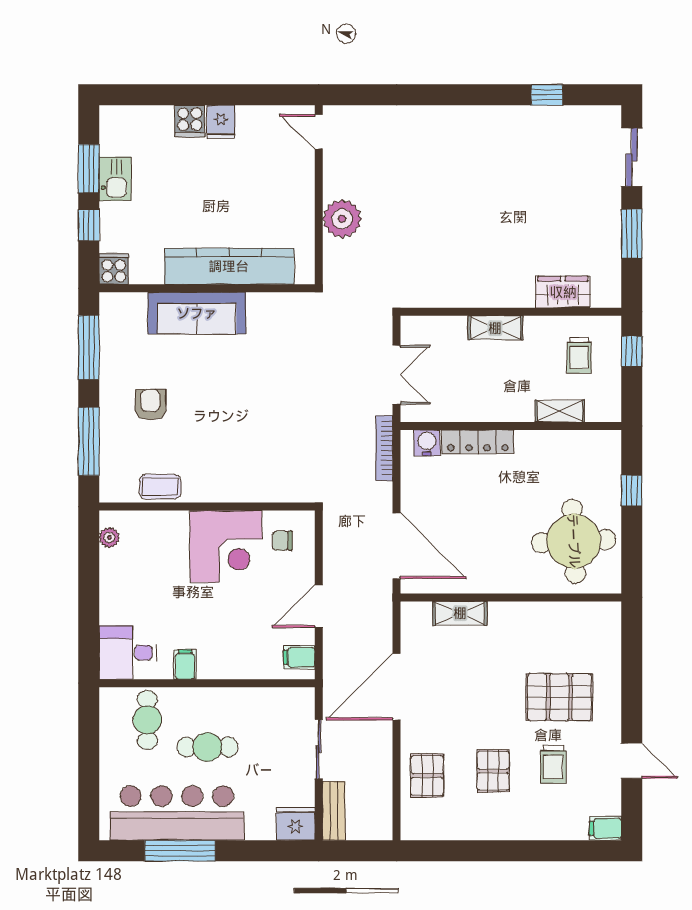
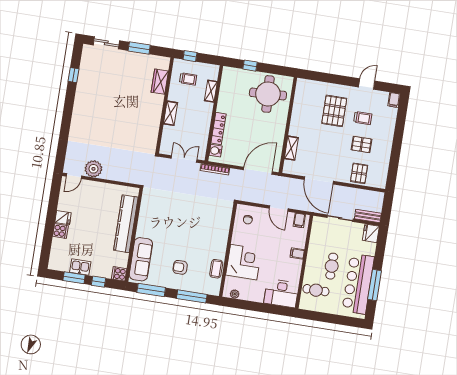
plant: (342, 219) -> (93, 169), moved
sofa: (197, 313) -> (141, 259), moved
corner desk: (226, 546) -> (244, 262), moved
desk: (128, 653) -> (281, 293), width x1.37
filing cabinet: (185, 664) -> (297, 253), moved
pallet: (427, 776) -> (359, 173), turned 90

